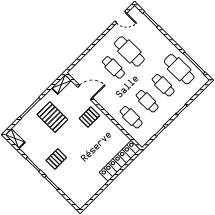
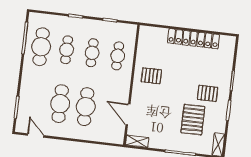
cafe table: (113, 67) -> (86, 107), width x1.37, depth x1.35
pallet: (52, 117) -> (193, 120), moved
pallet: (89, 117) -> (151, 76), moved
locker: (120, 161) -> (194, 39), moved

